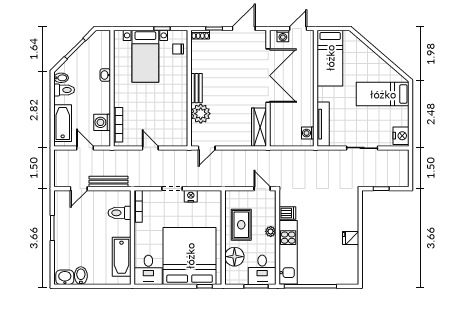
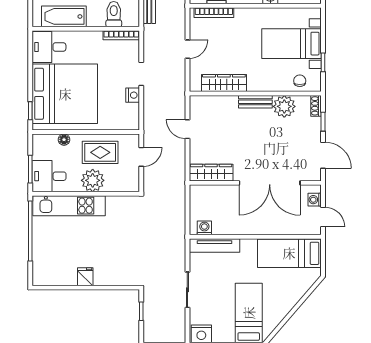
plant: (201, 114) -> (284, 106), moved
wardrobe: (180, 116) -> (224, 83), added
door: (207, 148) -> (187, 129), moved
door: (262, 189) -> (141, 157), moved
dishwasher: (287, 213) -> (114, 205), removed
plant: (271, 231) -> (93, 180), width x1.88, depth x1.88
floor lamp: (234, 257) -> (64, 140), width x0.53, depth x0.53

